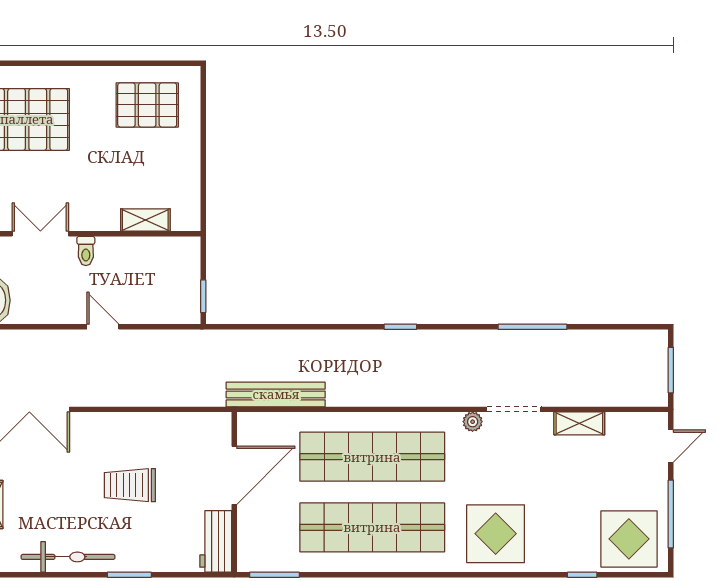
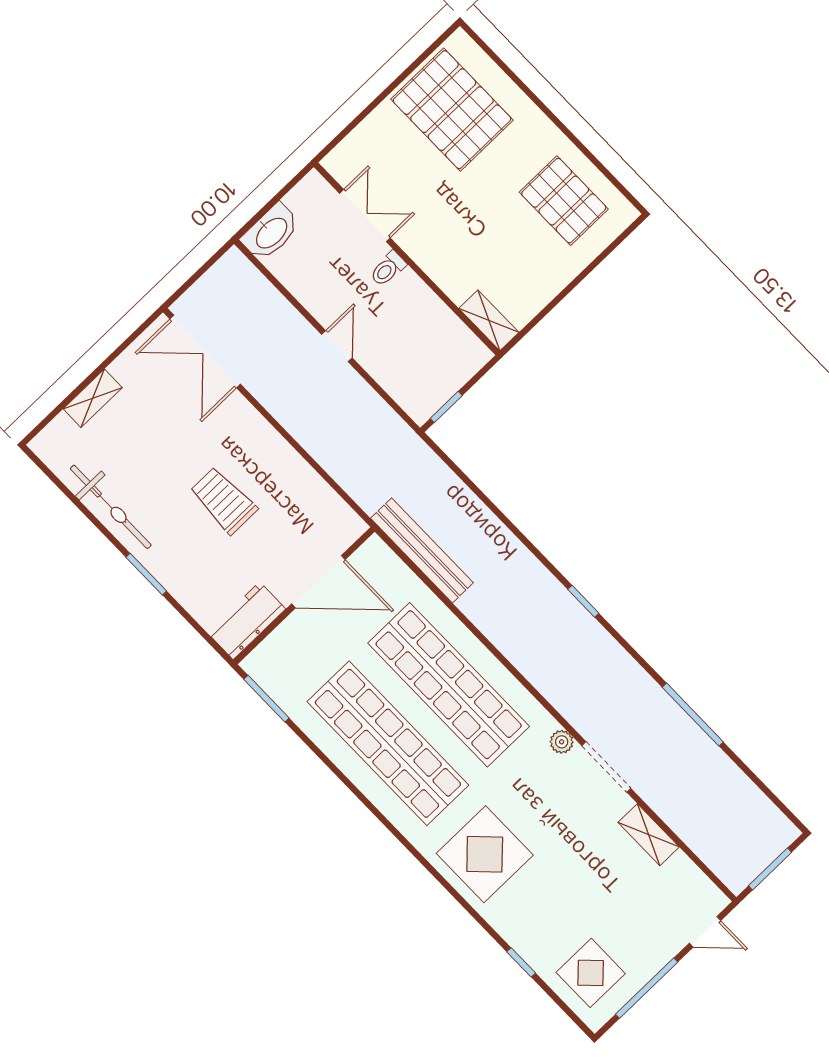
shelving: (145, 220) -> (489, 320), moved
display table: (629, 539) -> (591, 973), width x0.73, depth x0.73

